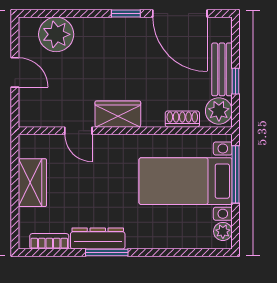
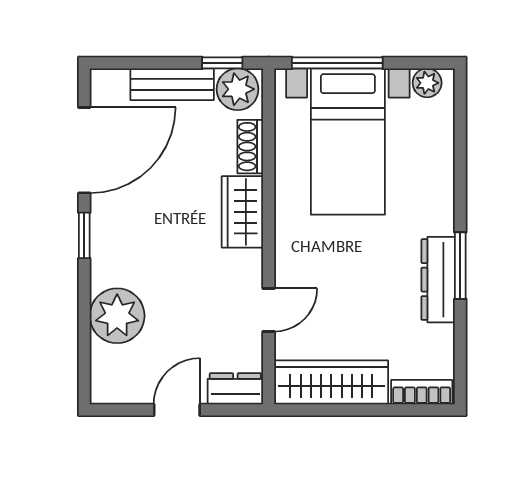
plant: (56, 34) -> (117, 316), moved
window: (236, 81) -> (222, 63), moved
dresser: (28, 110) -> (235, 389), added
wardrobe: (118, 114) -> (242, 212), moved
wardrobe: (32, 183) -> (331, 382), width x1.50
bookcase: (49, 241) -> (422, 392), moved, turned 90

